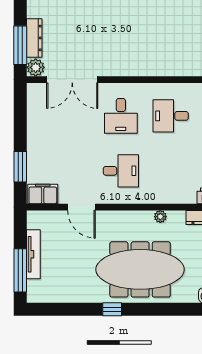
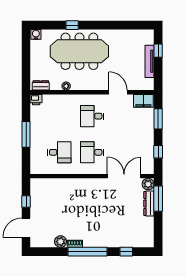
desk: (121, 116) -> (92, 152), turned -90
window: (20, 117) -> (158, 152), added
window: (20, 270) -> (158, 51), width x0.46
window: (112, 309) -> (72, 25), moved

